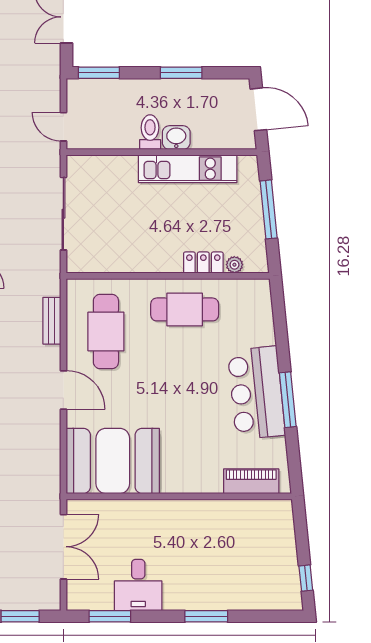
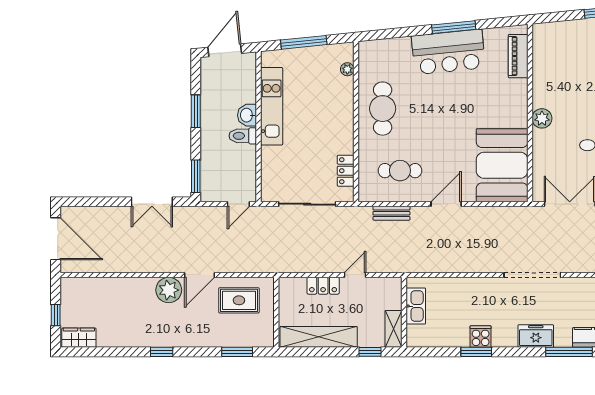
locker: (203, 263) -> (346, 171), moved
cafe table: (106, 331) -> (400, 171), width x0.73, depth x0.74
plant: (172, 511) -> (542, 118), added

